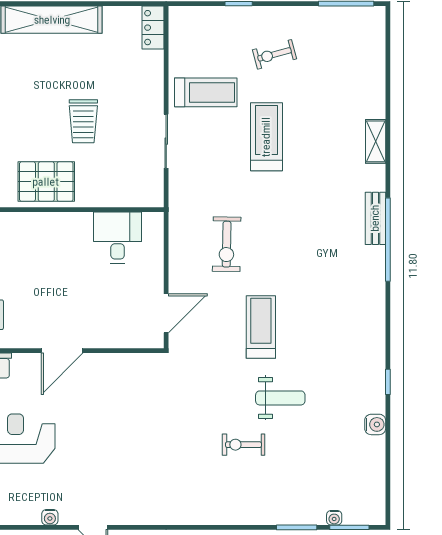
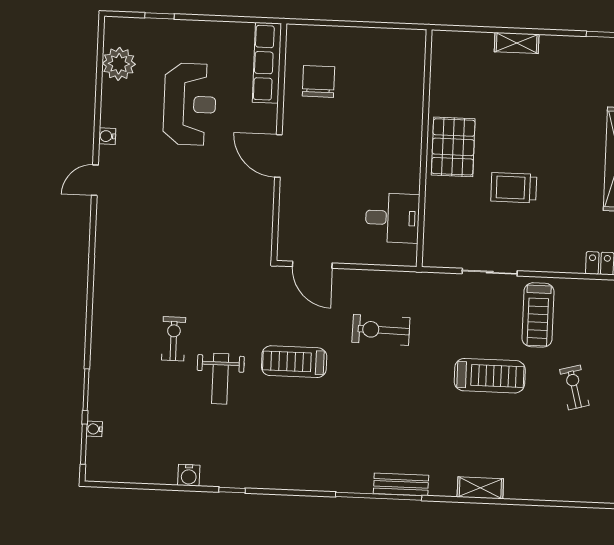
treadmill: (261, 327) -> (294, 362), turned 180

